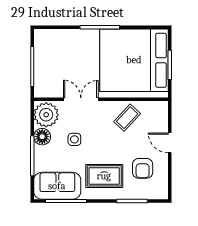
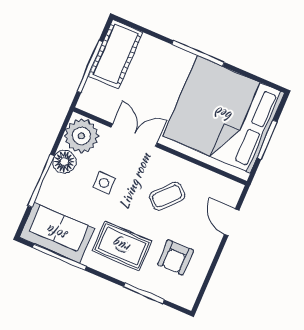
cot: (46, 51) -> (116, 54), added
coffee table: (127, 118) -> (167, 196), moved
door: (170, 143) -> (232, 222), moved

